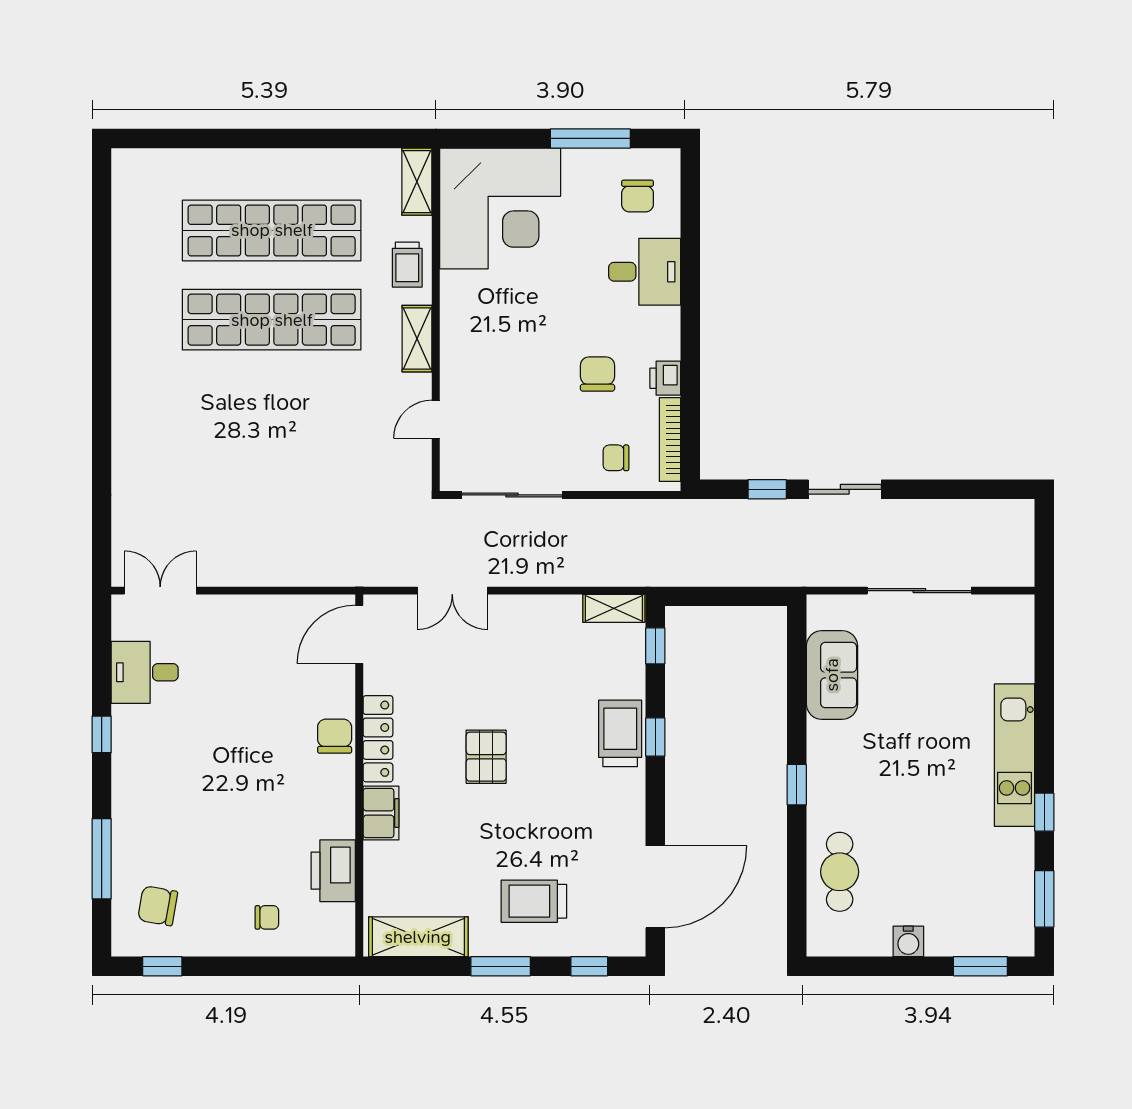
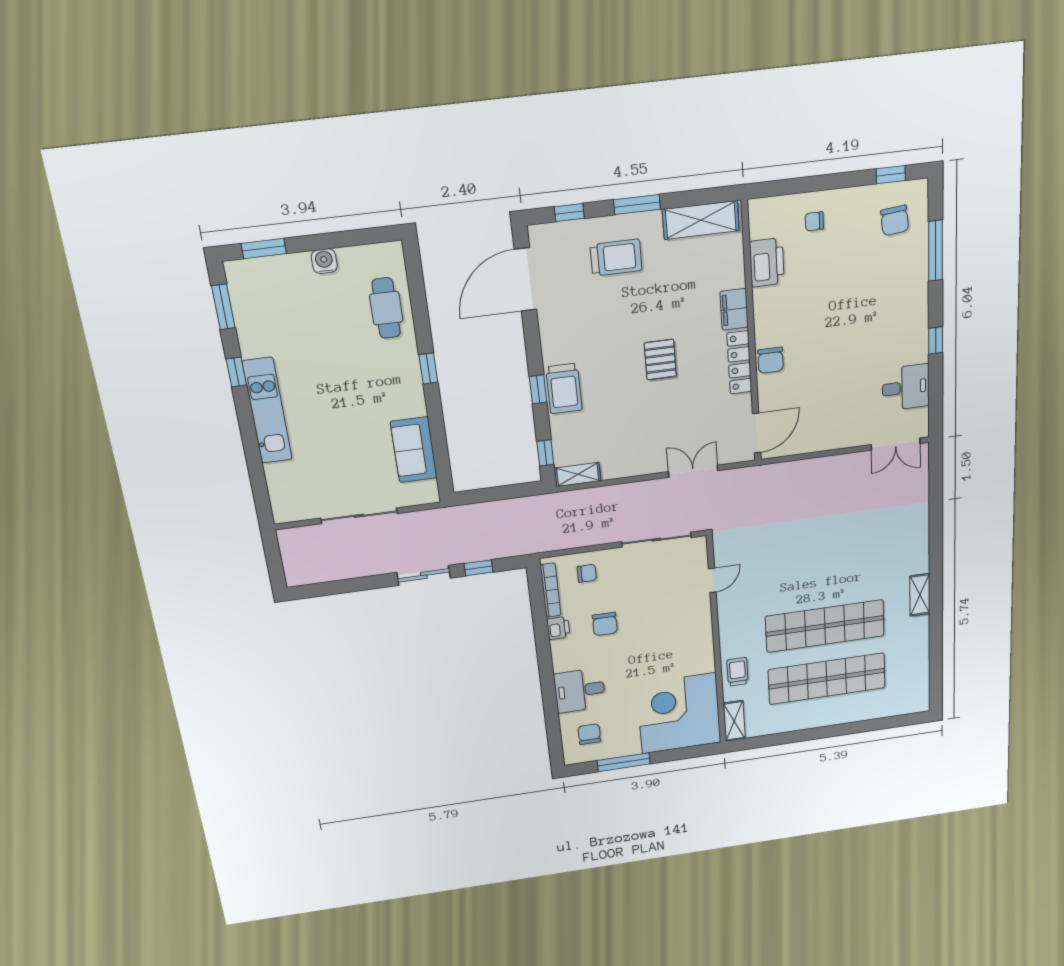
shelving: (417, 339) -> (920, 595), moved
chair: (158, 906) -> (895, 220), turned 74

